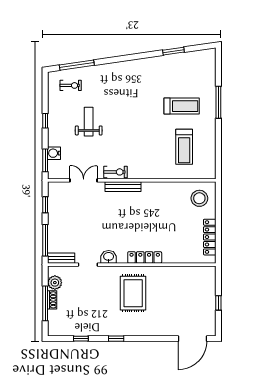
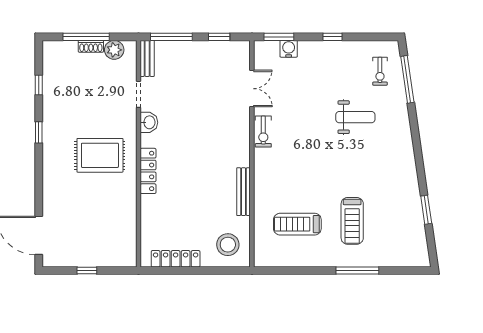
weight bench: (89, 122) -> (355, 117), moved
bench: (123, 187) -> (244, 192), moved

